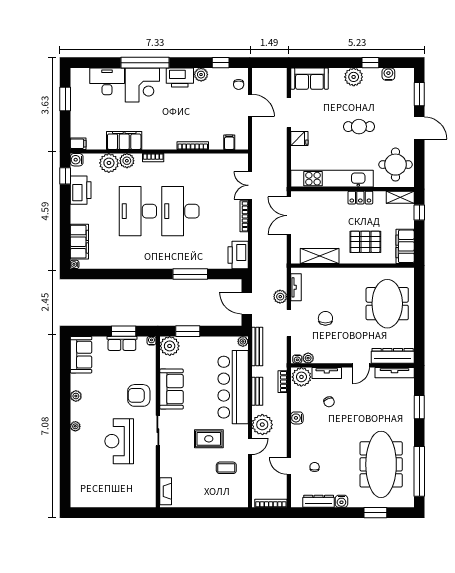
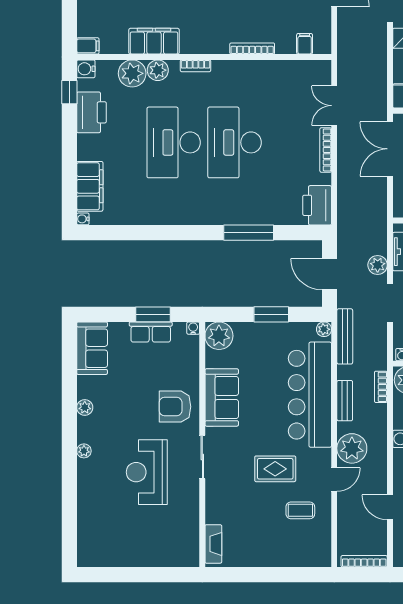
window: (188, 331) -> (271, 314), moved

